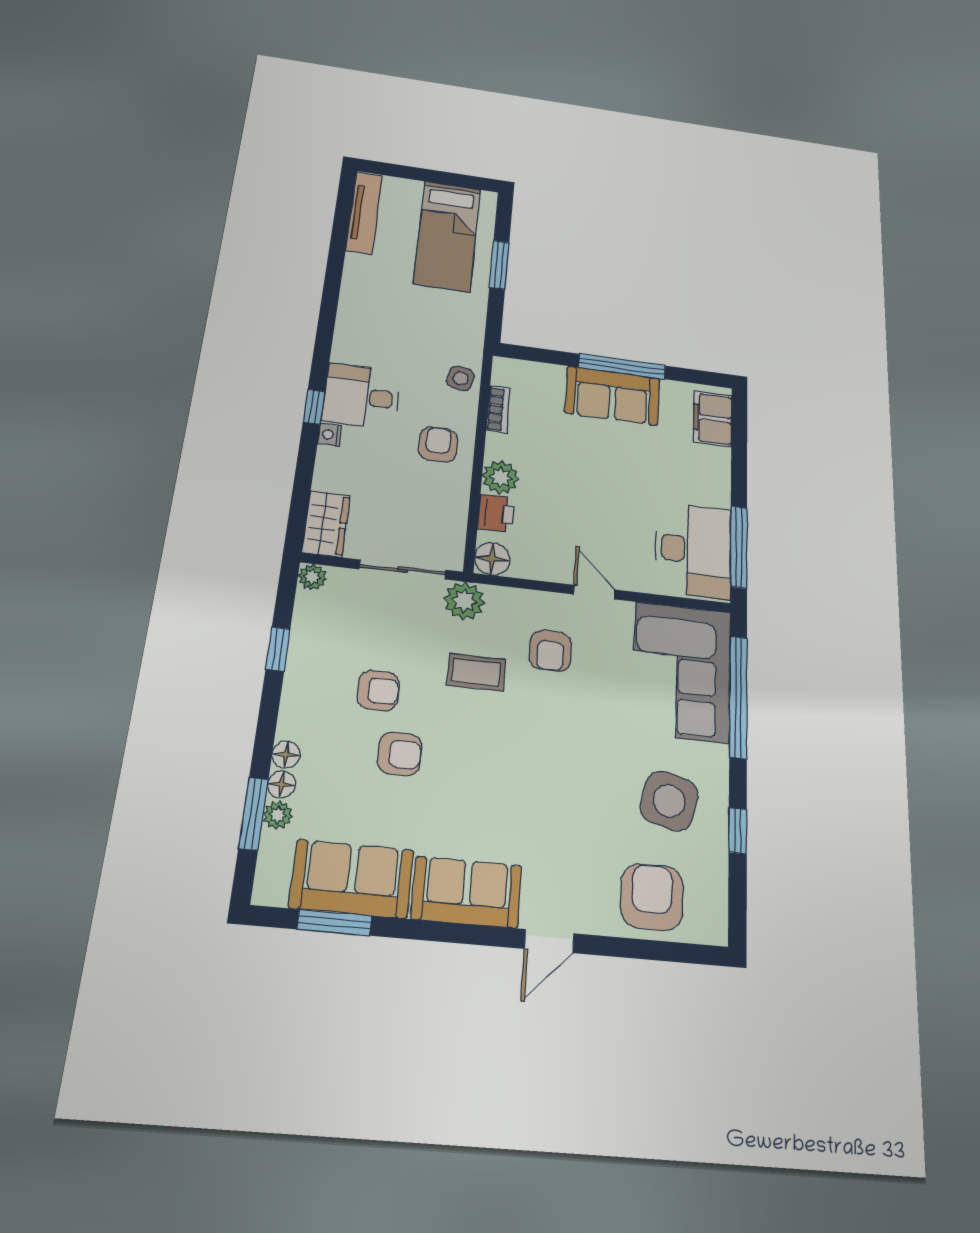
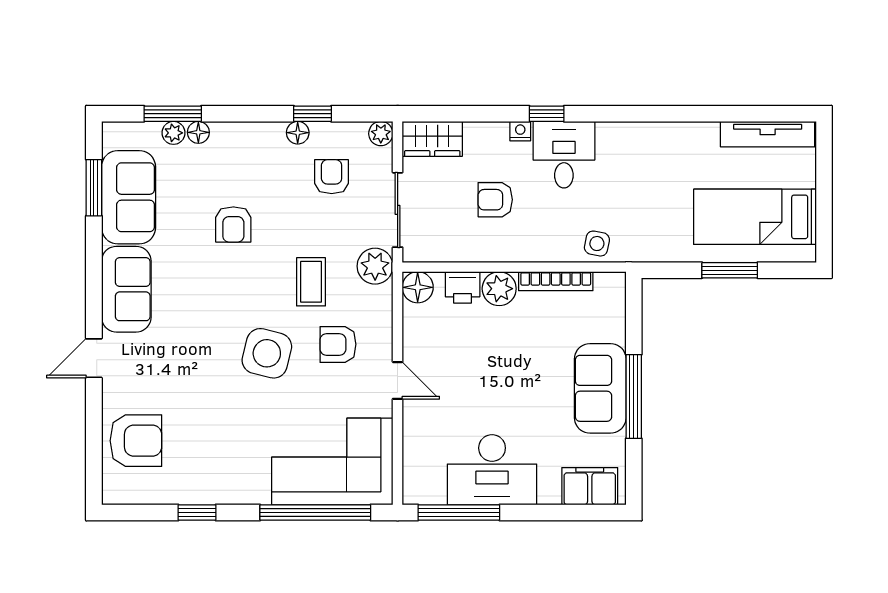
bookcase: (498, 409) -> (556, 281), width x1.56
armchair: (438, 444) -> (495, 200), moved, turned 180
desk: (693, 550) -> (492, 470), moved
door: (594, 592) -> (398, 380), hinge flipped
armchair: (378, 691) -> (332, 177), moved, turned 180
floor lamp: (286, 755) -> (298, 133), moved
side table: (669, 801) -> (267, 353), moved
door: (549, 941) -> (94, 358), hinge flipped

